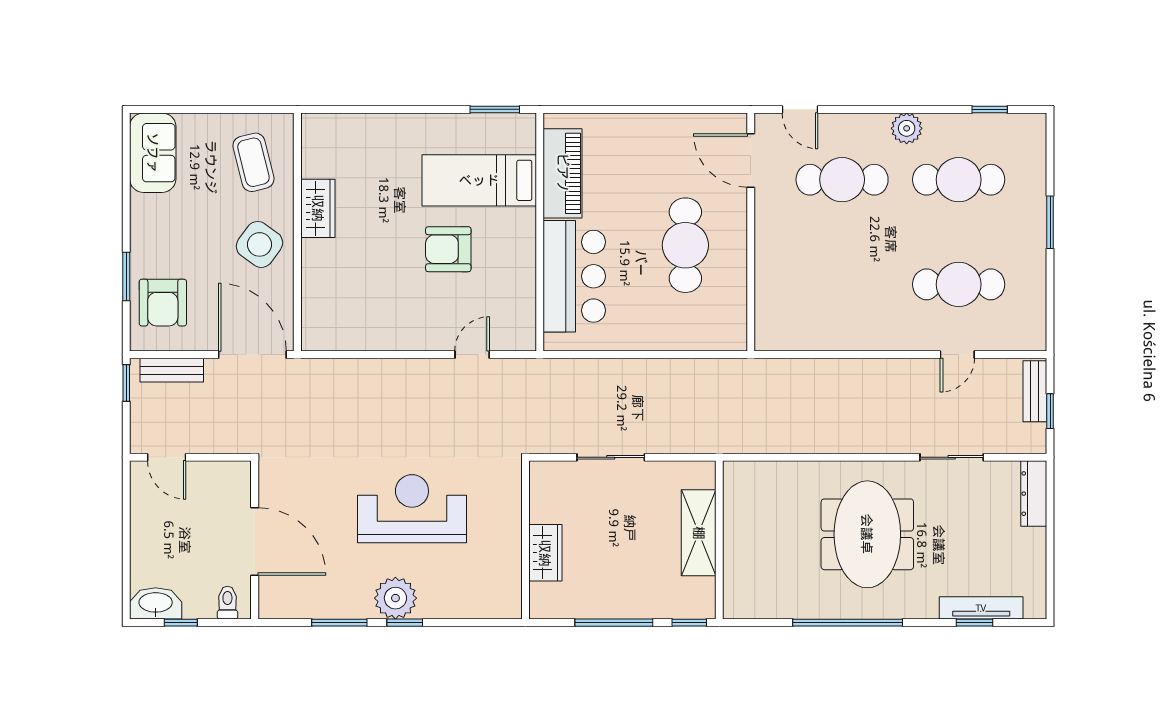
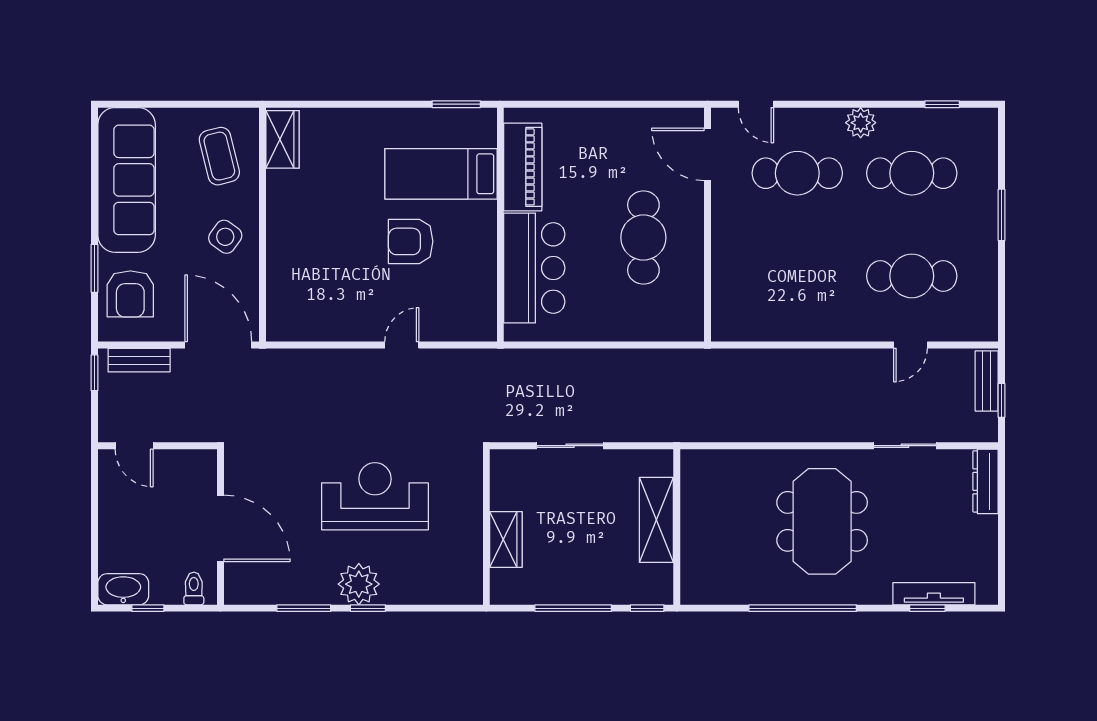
sofa: (153, 153) -> (127, 180), width x1.85, depth x1.27
wardrobe: (318, 208) -> (282, 139), moved
side table: (259, 244) -> (225, 237), width x0.73, depth x0.73
door: (472, 355) -> (402, 345), moved

